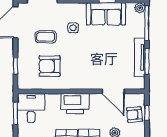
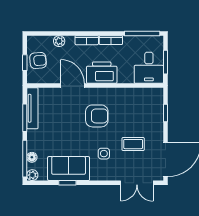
floor lamp: (140, 24) -> (32, 157), added
tv unit: (140, 57) -> (32, 108), moved
armchair: (50, 66) -> (97, 116), moved
door: (113, 91) -> (72, 86), moved

